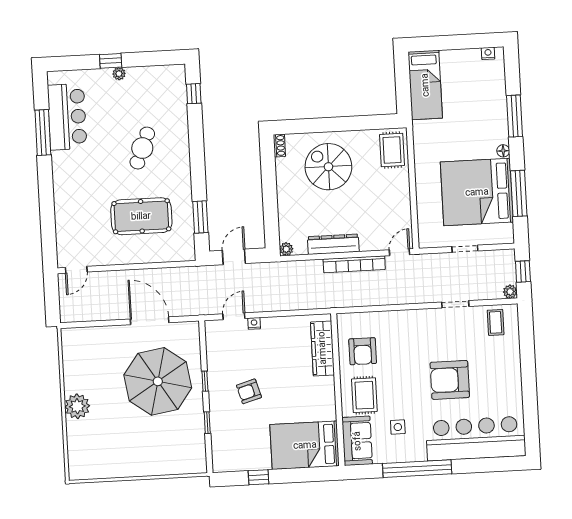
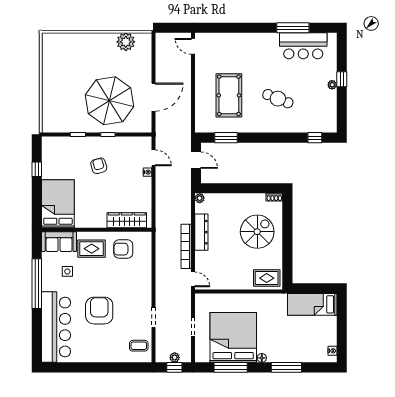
plant: (510, 292) -> (175, 357), moved
plant: (77, 406) -> (126, 42), moved

